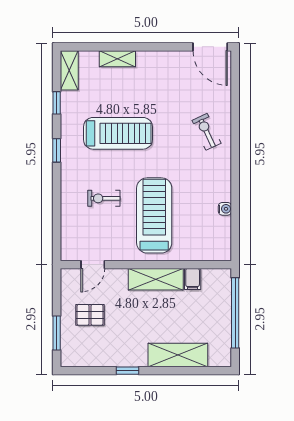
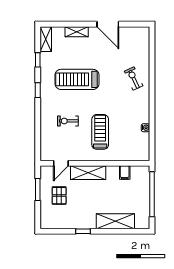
door: (210, 47) -> (108, 24), moved
treadmill: (118, 133) -> (77, 79), turned 180
treadmill: (154, 215) -> (100, 132), width x0.73, depth x0.73
shelving: (156, 279) -> (88, 173), moved
pallet: (90, 315) -> (59, 196), turned 90
window: (57, 333) -> (38, 190), moved

